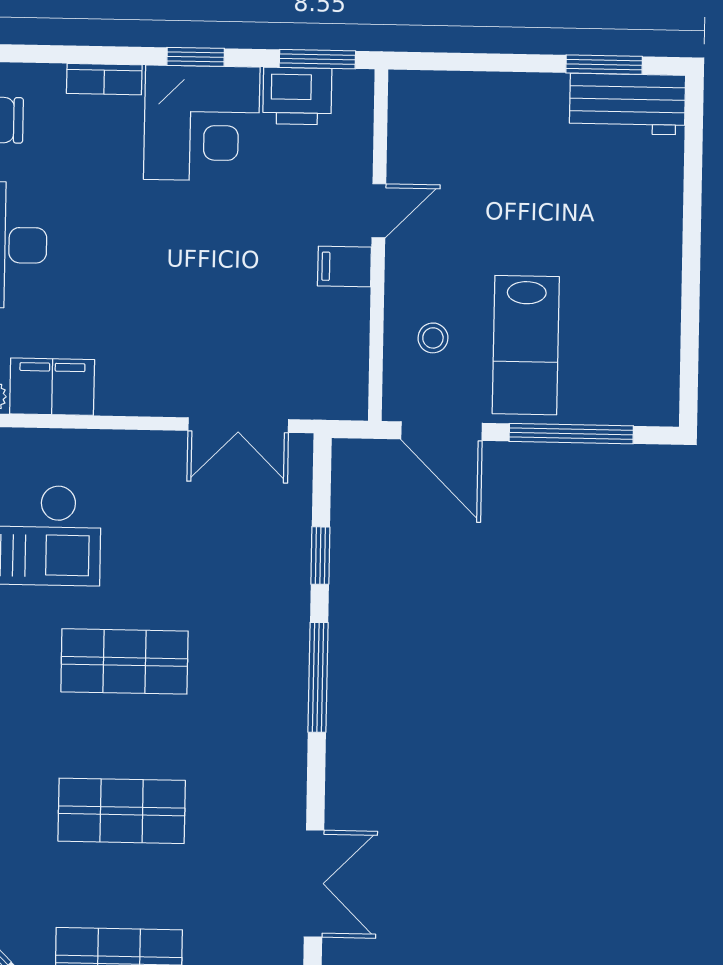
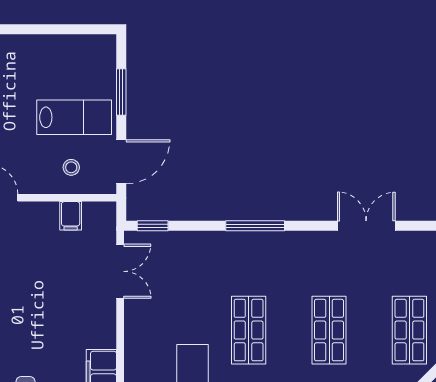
filing cabinet: (344, 267) -> (71, 216), moved
window: (571, 434) -> (121, 92), width x0.69
window: (320, 556) -> (153, 226), moved

